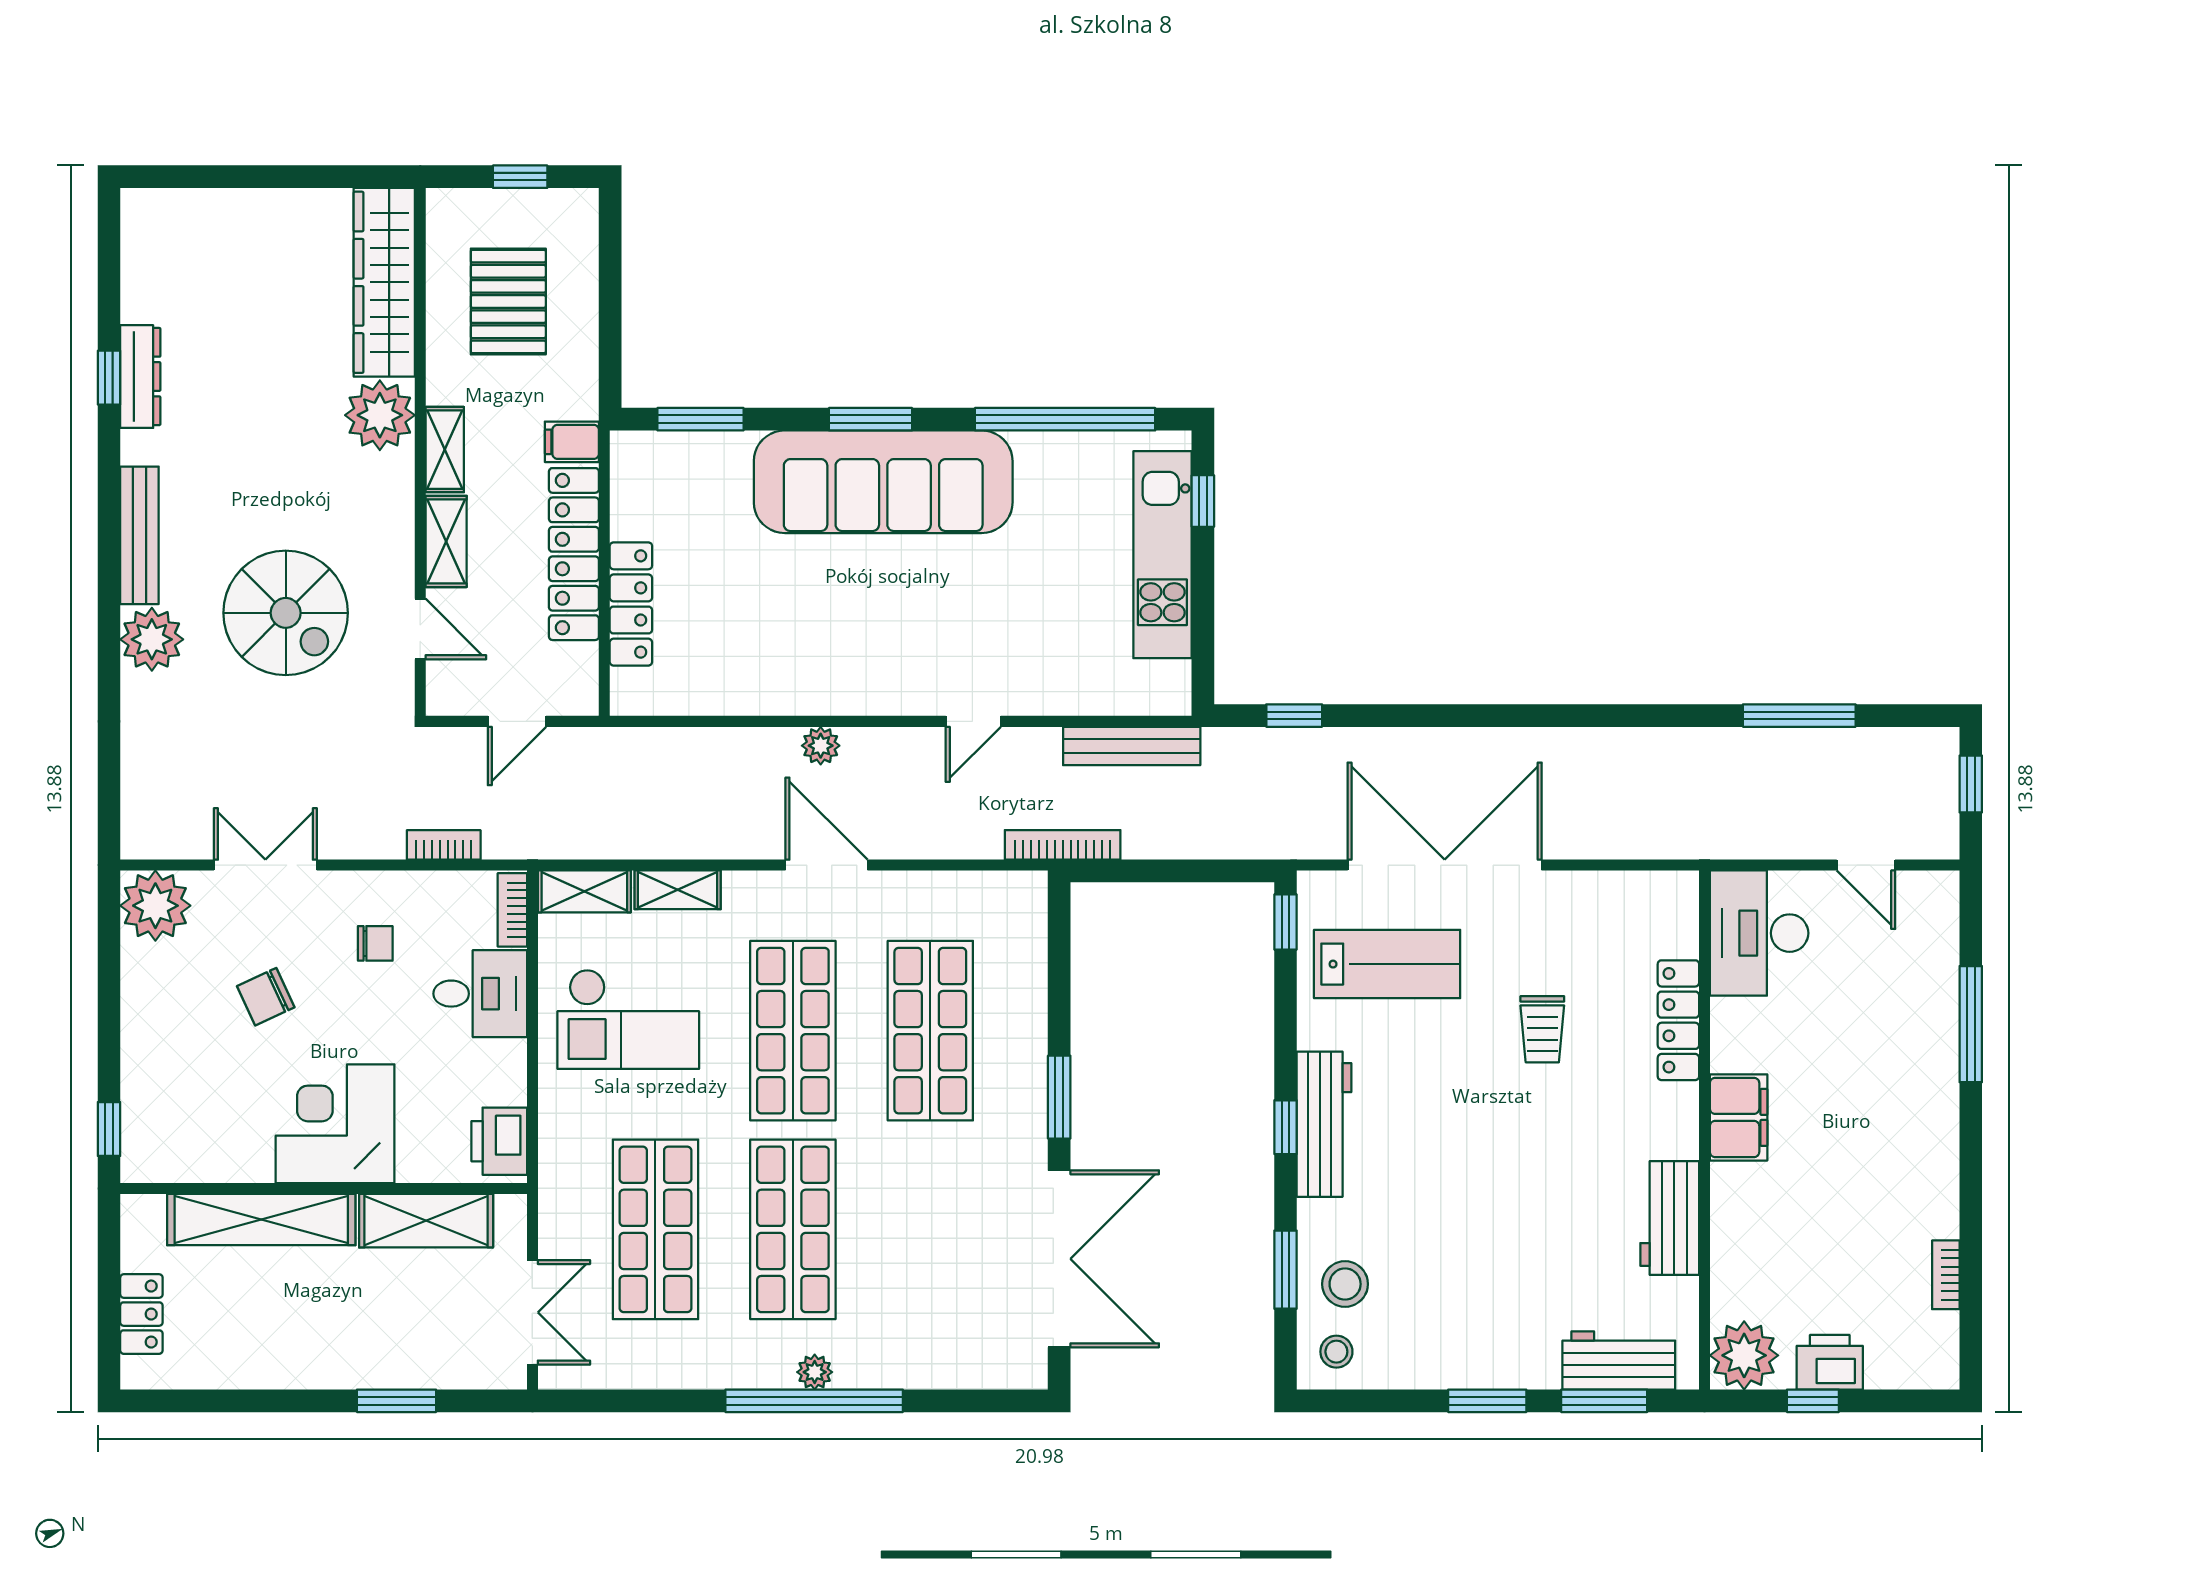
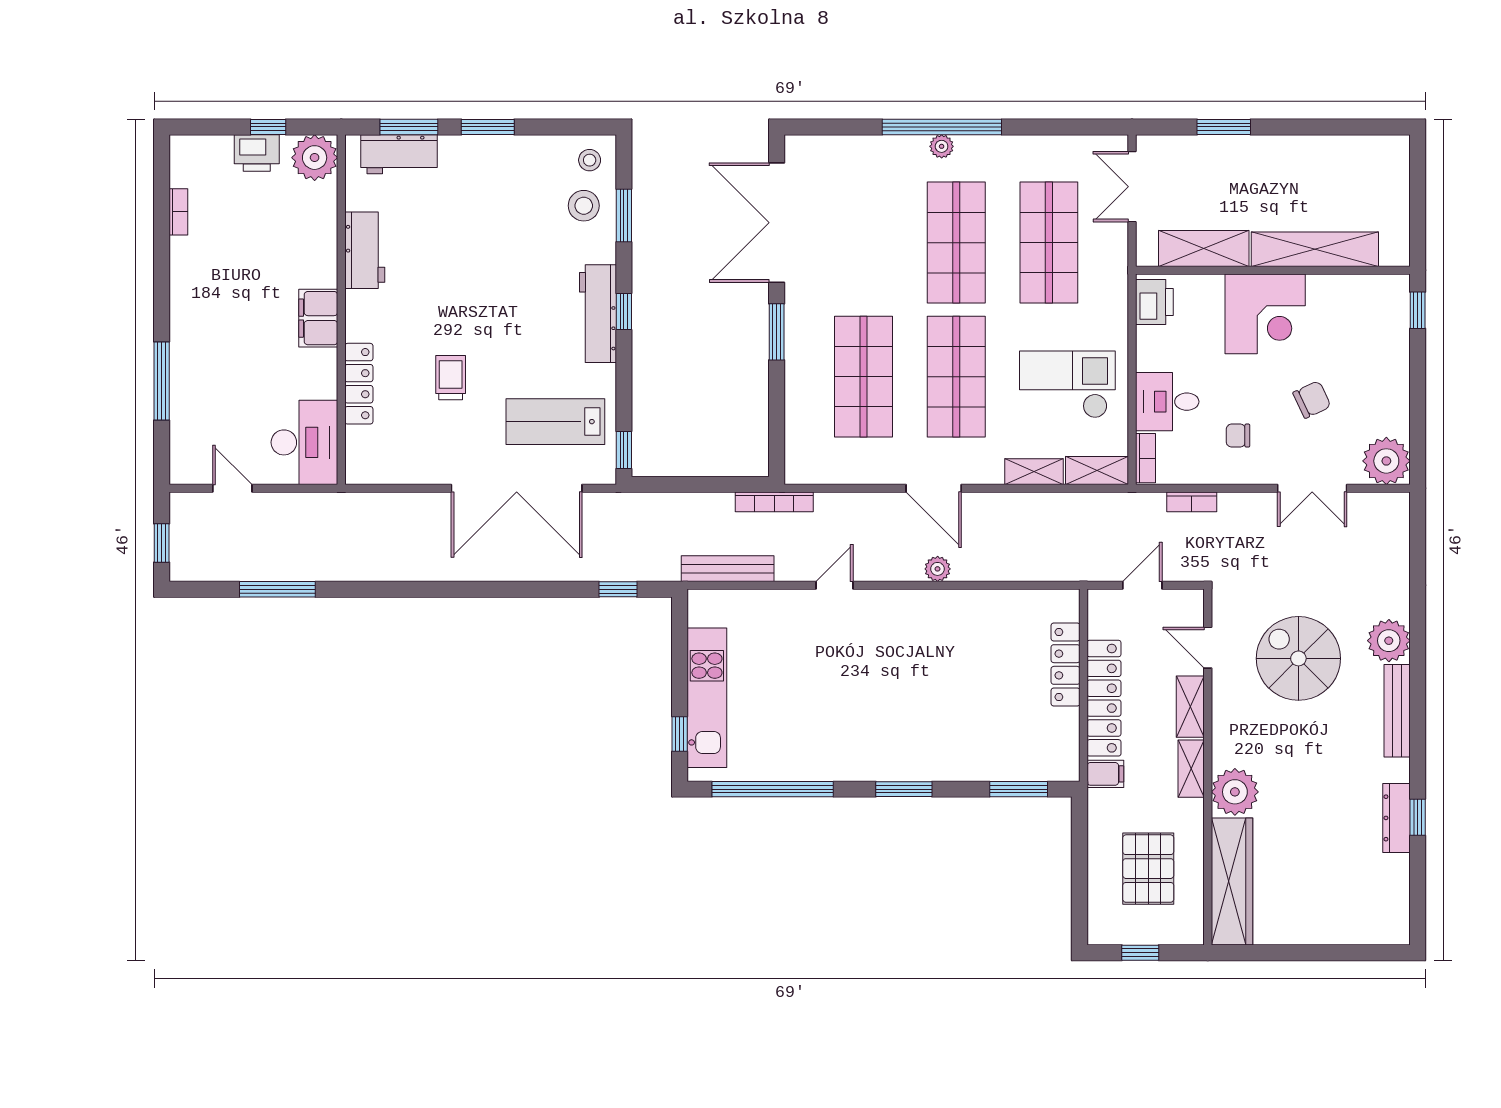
sofa: (883, 482) -> (895, 747), removed
locker: (141, 1314) -> (1396, 185), removed

